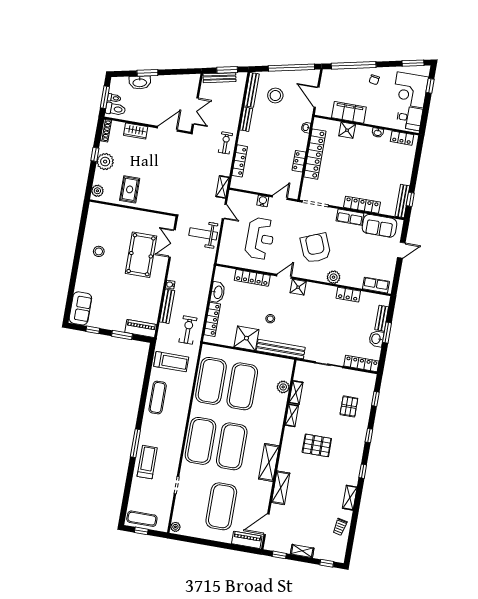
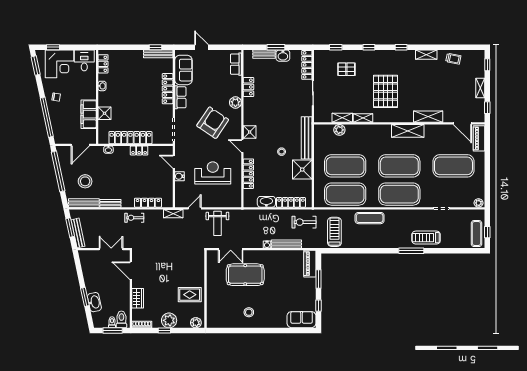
armchair: (316, 248) -> (213, 123), turned 146
exercise mat: (158, 398) -> (370, 218), moved
pallet: (317, 445) -> (386, 91), width x1.37, depth x1.41

